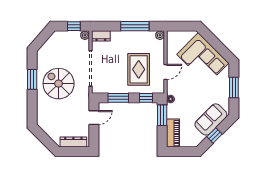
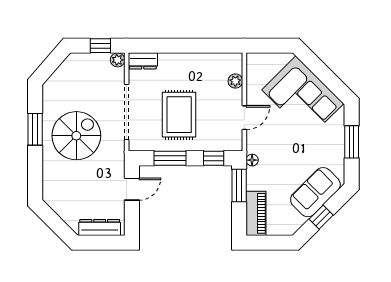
window: (135, 26) -> (196, 46), removed
plant: (160, 35) -> (235, 81), moved
rug: (139, 69) -> (179, 115), moved
spiral stairs: (59, 84) -> (76, 136), turned 90

